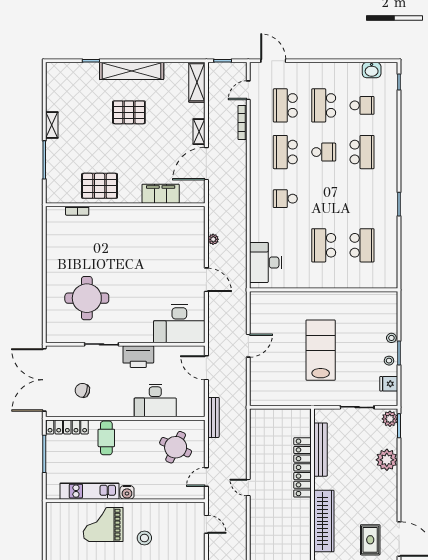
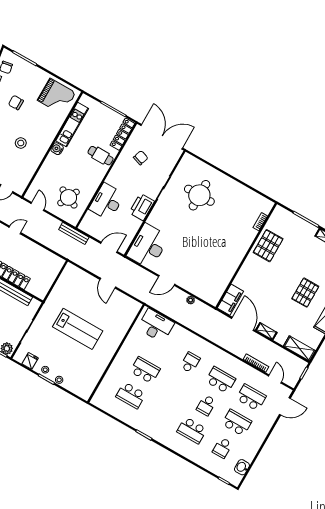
filing cabinet: (161, 194) -> (230, 300), moved
grand piano: (103, 525) -> (57, 97), moved, turned 90

